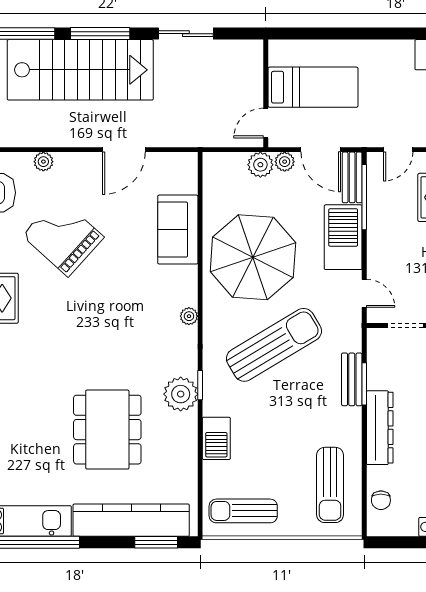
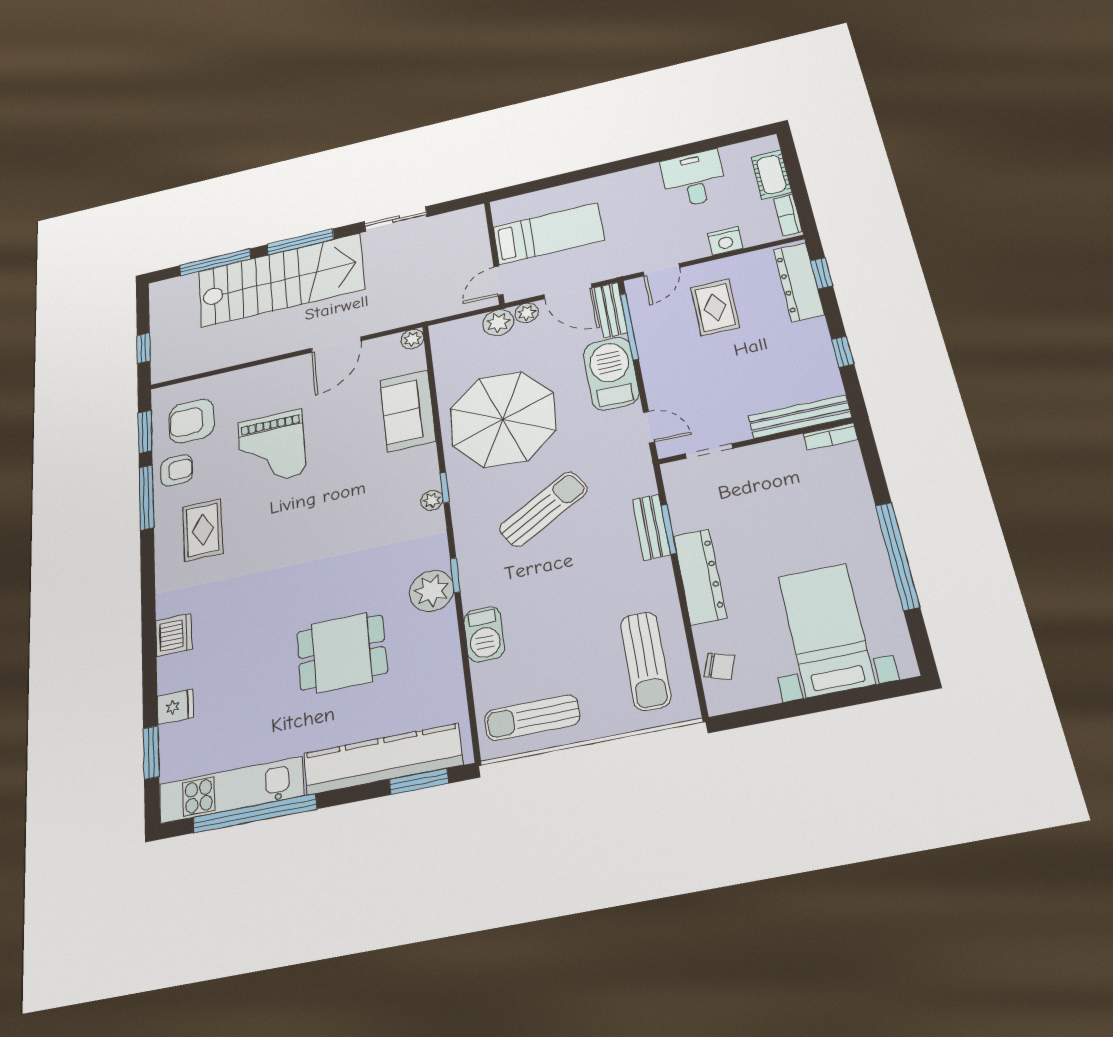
plant: (43, 162) -> (412, 339), moved
grand piano: (63, 236) -> (272, 448), turned -132
window: (200, 308) -> (445, 488), added
sun lounger: (274, 345) -> (543, 509), width x0.73, depth x0.75
dining table: (107, 430) -> (342, 653), width x0.73
chair: (381, 500) -> (720, 666), turned -71

